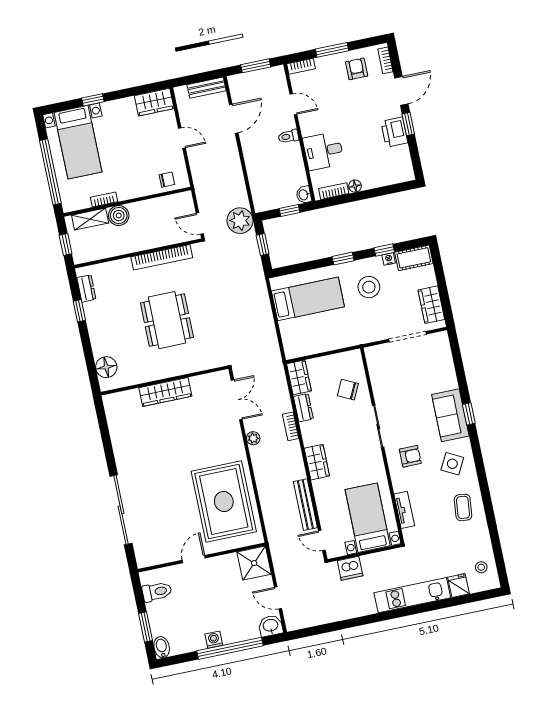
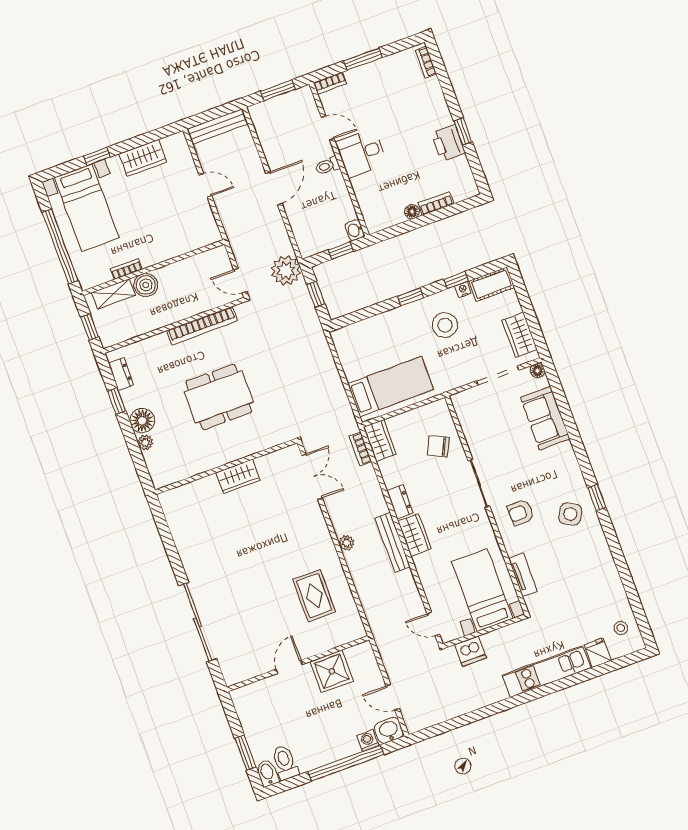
armchair: (357, 69) -> (394, 77), removed
bench: (207, 88) -> (218, 126), width x1.36
door: (401, 91) -> (449, 95), removed
wardrobe: (154, 102) -> (143, 158), moved
door: (234, 119) -> (274, 188), moved
desk: (323, 151) -> (361, 153), moved
chair: (167, 180) -> (195, 236), removed
bookcase: (334, 191) -> (436, 203), moved
bed: (308, 299) -> (391, 386), moved
dining table: (167, 320) -> (219, 397), turned 90
floor lamp: (442, 337) -> (537, 371), added
plant: (99, 350) -> (145, 442), added
floor lamp: (106, 367) -> (142, 421), moved
wardrobe: (165, 392) -> (238, 476), width x0.67
dresser: (303, 408) -> (400, 502), moved
window: (469, 414) -> (597, 498), moved
sofa: (450, 415) -> (545, 418), moved
bookcase: (291, 426) -> (360, 449), moved
plant: (253, 438) -> (347, 543), moved
armchair: (410, 456) -> (521, 512), turned 180
rug: (224, 502) -> (314, 596), width x0.54, depth x0.49
bench: (305, 505) -> (393, 542), moved
coffee table: (463, 507) -> (590, 562), removed
shower: (254, 563) -> (332, 671), moved
toilet: (157, 592) -> (285, 763), moved, turned -90
washing machine: (214, 640) -> (368, 741), moved

